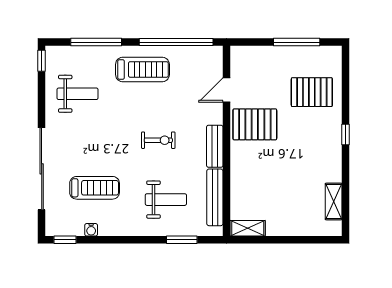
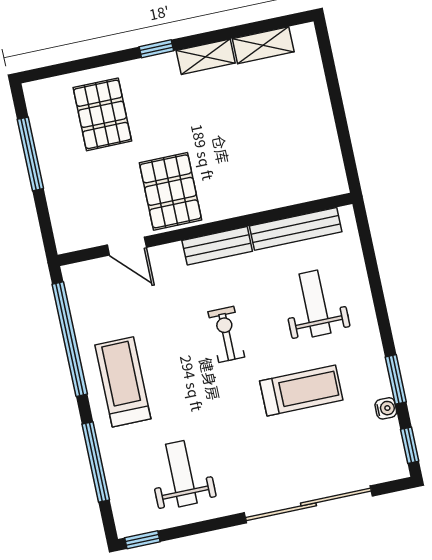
treadmill: (95, 188) -> (301, 390), moved, turned 90
shelving: (248, 228) -> (206, 57), moved, turned 90
window: (182, 240) -> (396, 379), moved

